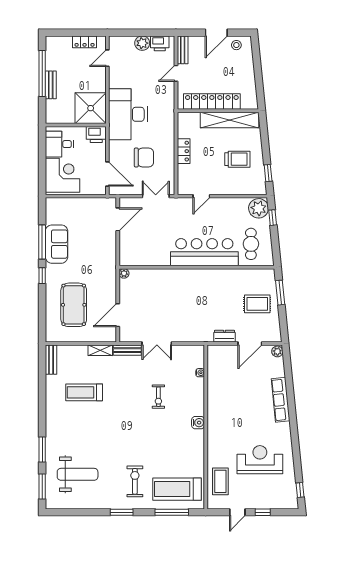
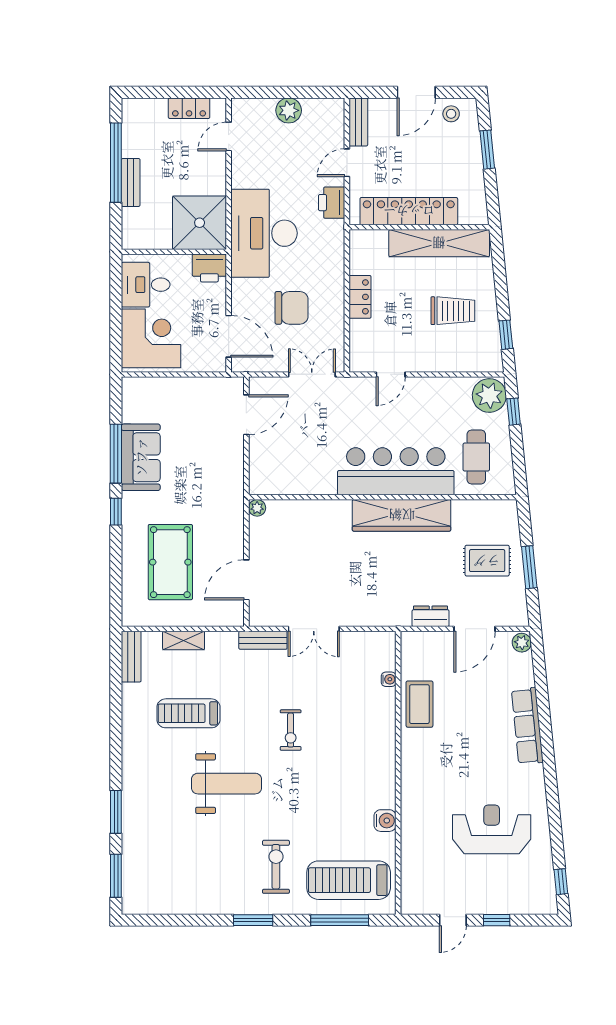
printer: (160, 43) -> (332, 203), moved, turned 90
window: (257, 66) -> (487, 150), added
wardrobe: (208, 278) -> (402, 515), added
window: (280, 293) -> (529, 567), moved
shelving: (100, 350) -> (184, 641), moved
exercise bike: (158, 397) -> (291, 730), moved
water cooler: (198, 423) -> (385, 821), moved
weight bench: (78, 474) -> (227, 784), moved
coffee table: (220, 481) -> (419, 704), moved

